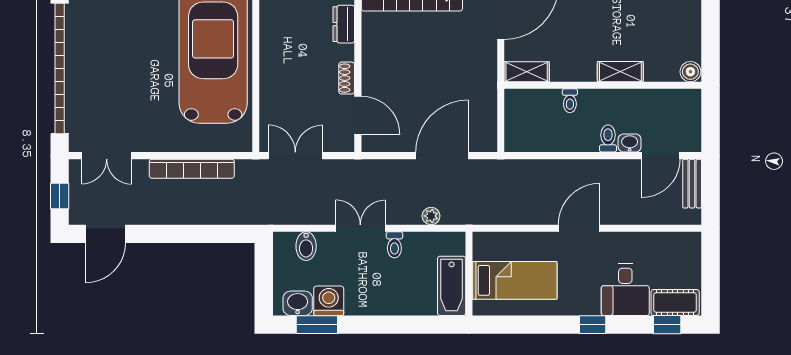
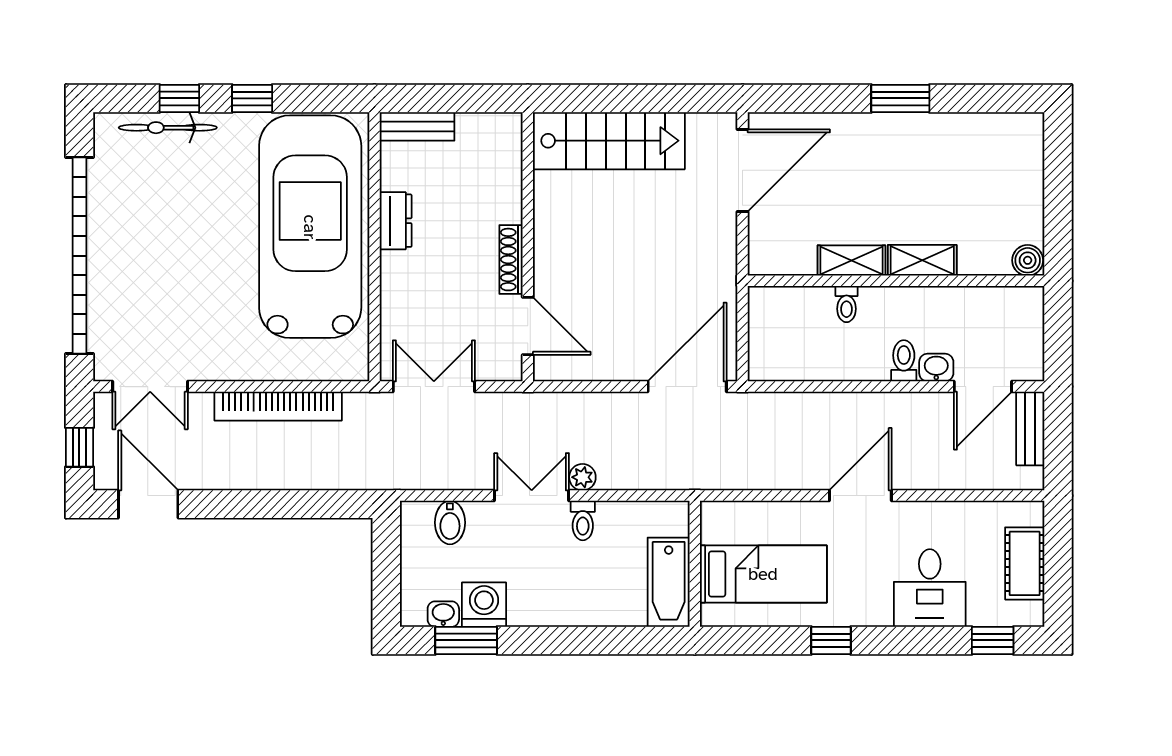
dresser: (344, 24) -> (396, 221), moved, turned 180
shelving: (527, 72) -> (851, 260), moved
shoe rack: (347, 78) -> (511, 260), width x1.43
door: (442, 156) -> (687, 387), moved
plant: (431, 216) -> (582, 477), moved
door: (105, 234) -> (148, 504), swing flipped
cot: (675, 302) -> (1025, 563), moved, turned 90
washbasin: (298, 303) -> (443, 614), width x0.72, depth x0.69
window: (593, 325) -> (831, 640), moved

